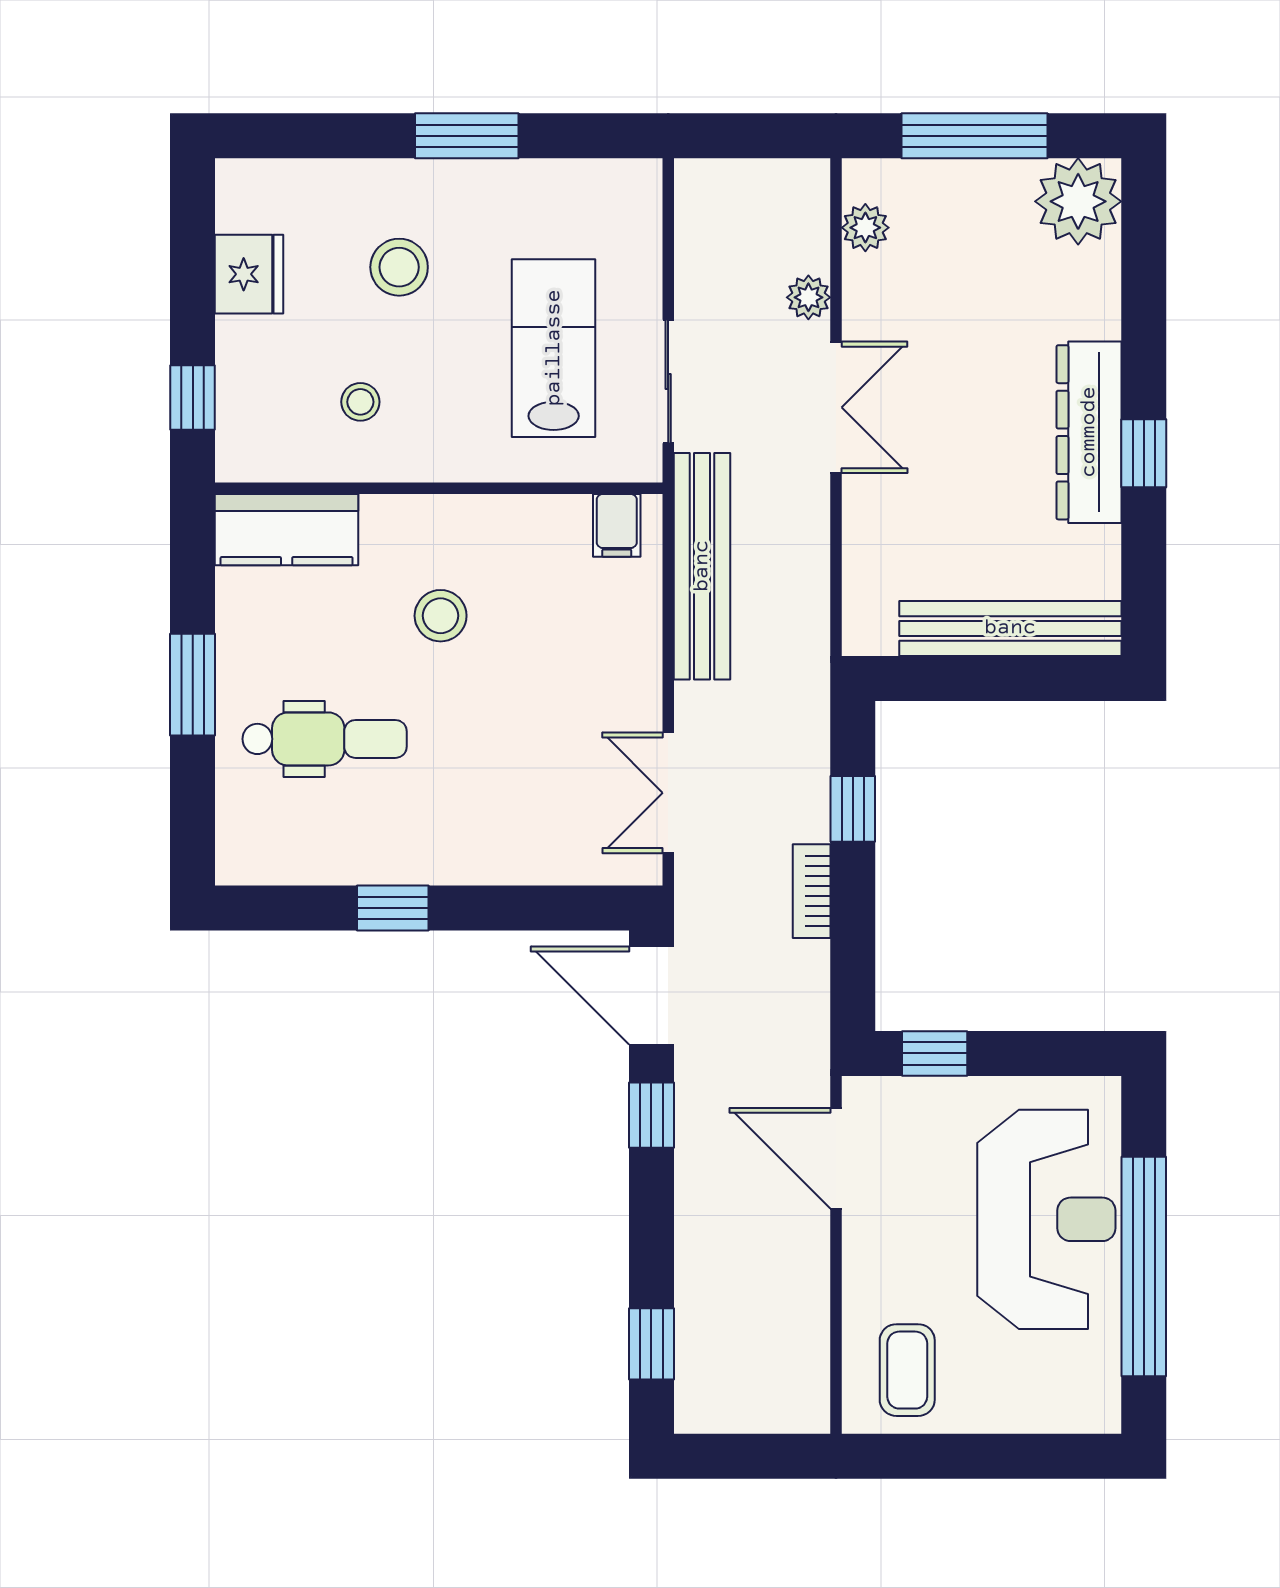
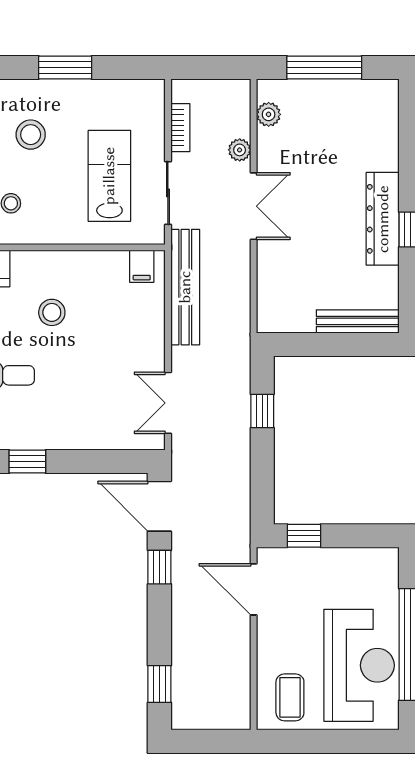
plant: (1078, 201) -> (377, 101), removed
bench: (1010, 628) -> (358, 321), width x0.73, depth x0.82
bookcase: (812, 891) -> (180, 128), moved, turned 180
reception desk: (1046, 1219) -> (359, 665), moved

